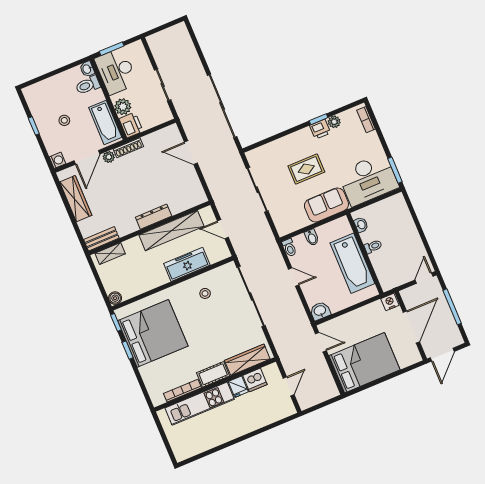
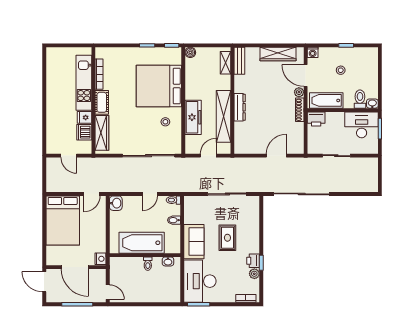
plant: (123, 107) -> (333, 119), removed
bed: (153, 333) -> (159, 86), moved, turned 90

